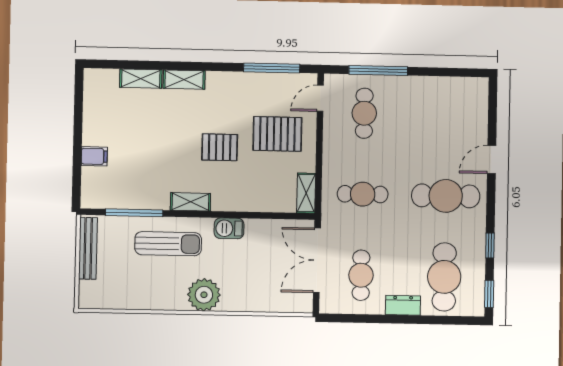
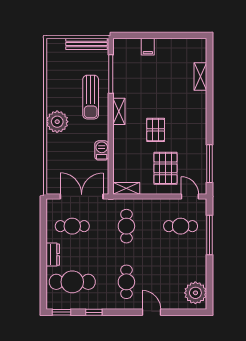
shelving: (184, 80) -> (200, 105), removed
plant: (464, 93) -> (195, 293), added
cafe table: (446, 196) -> (126, 282), width x0.73, depth x0.74
barbecue: (229, 228) -> (102, 150), moved

